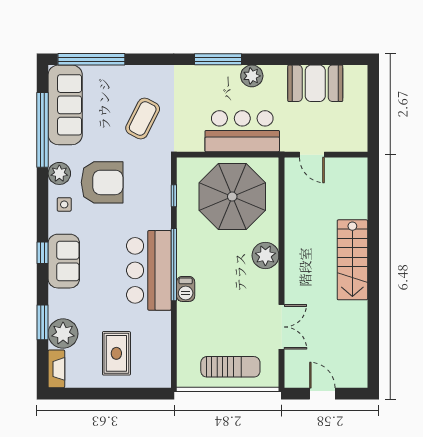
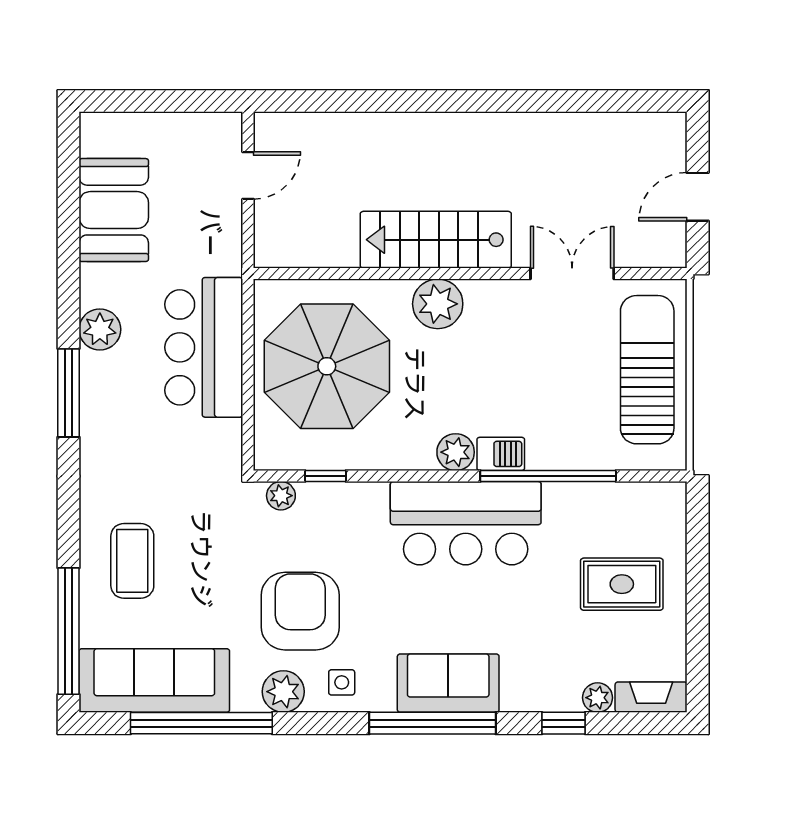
coffee table: (143, 118) -> (132, 561), moved, turned 63
door: (312, 155) -> (248, 175), moved
plant: (163, 172) -> (281, 496), added
window: (43, 253) -> (433, 723), width x3.17
stairs: (352, 260) -> (436, 240), moved, turned 180
window: (174, 265) -> (548, 476), moved
plant: (187, 265) -> (456, 452), added
window: (43, 322) -> (563, 723), width x0.67
plant: (63, 334) -> (598, 698), width x0.53, depth x0.53
sun lounger: (230, 367) -> (647, 370), width x1.36, depth x1.34

